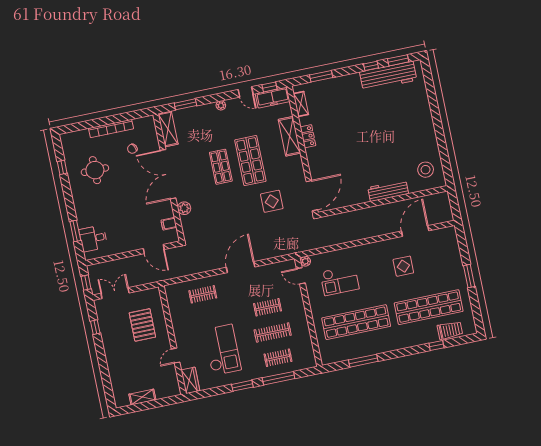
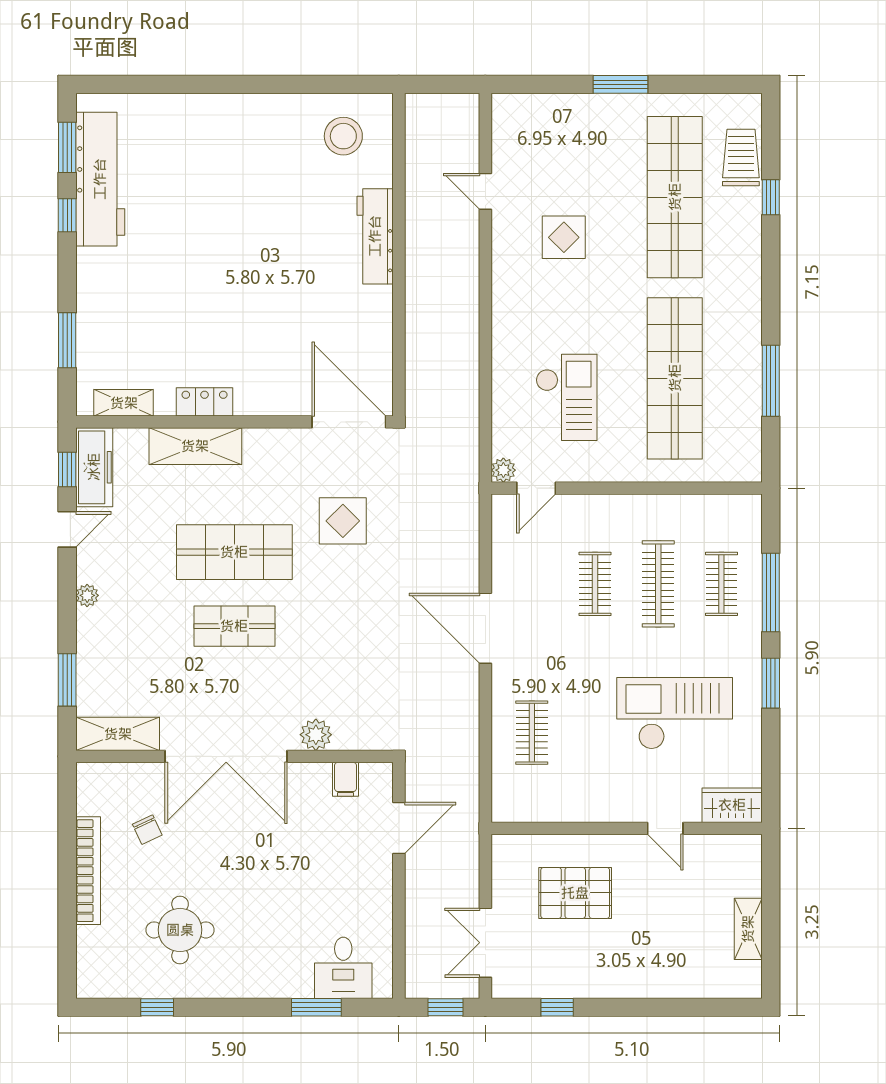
door: (415, 231) -> (485, 191), width x0.53

